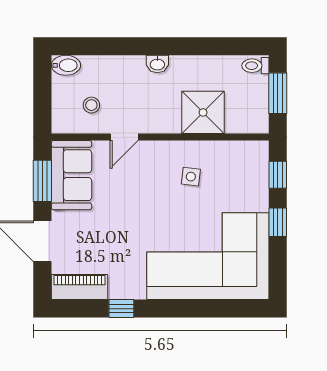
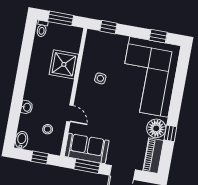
washbasin: (157, 64) -> (27, 107), moved
window: (42, 100) -> (40, 158), added
window: (278, 222) -> (158, 36), moved
floor lamp: (125, 284) -> (156, 128), added

